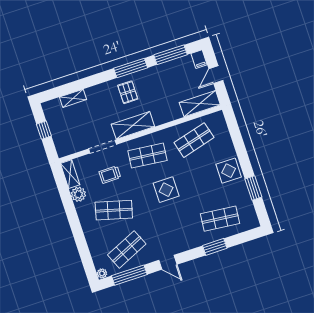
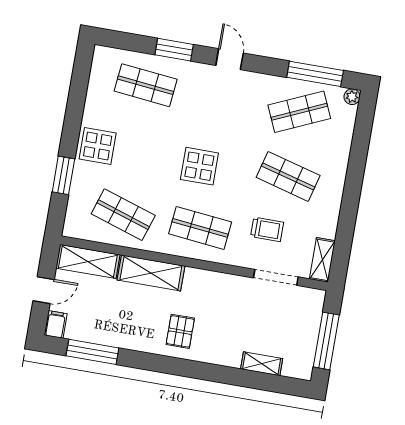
window: (131, 68) -> (158, 363), removed
shelving: (133, 125) -> (151, 273), moved
window: (44, 130) -> (326, 341), width x2.17
shop shelf: (194, 140) -> (123, 215), turned 33
doorway: (102, 147) -> (276, 277), moved
window: (253, 188) -> (63, 175), moved
plant: (78, 194) -> (326, 225), removed
door: (168, 262) -> (230, 59), moved

